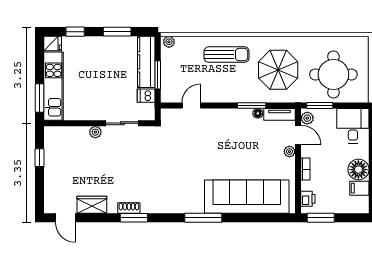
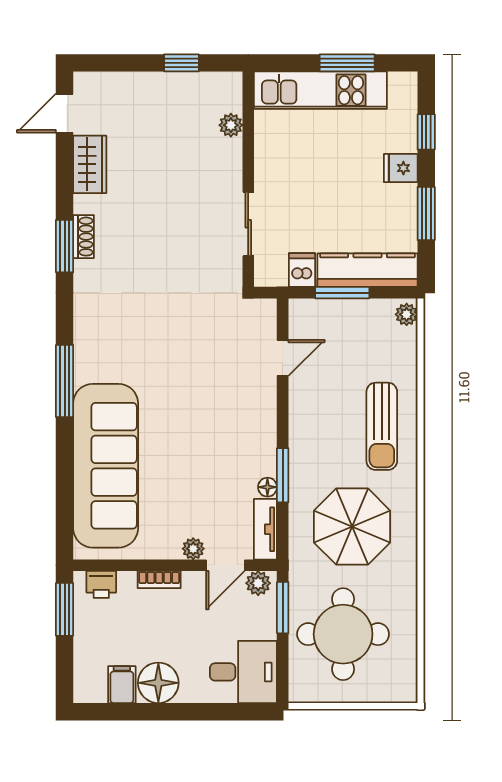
fridge: (53, 44) -> (401, 168), moved, turned 90
window: (40, 98) -> (347, 63), moved
door: (191, 106) -> (283, 358), hinge flipped
plant: (95, 132) -> (231, 125), moved

